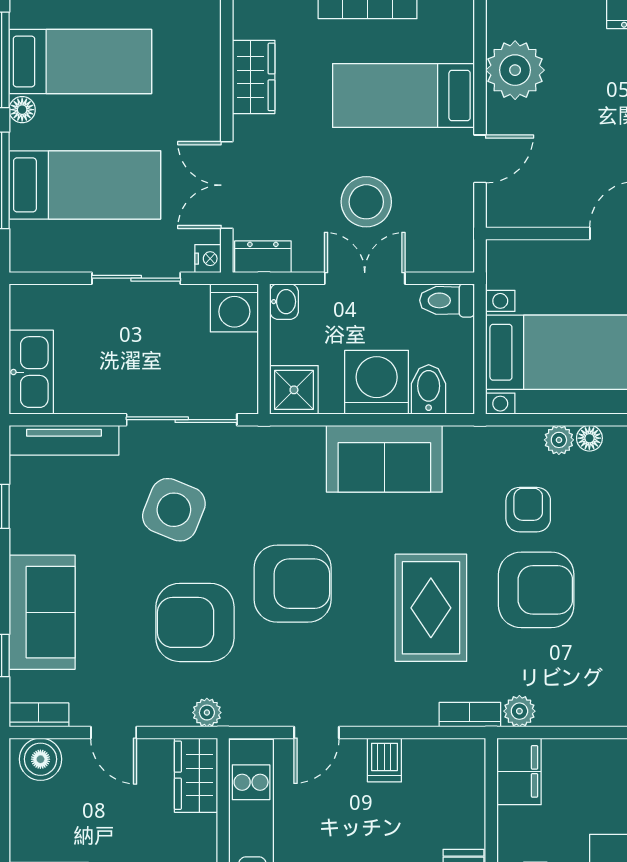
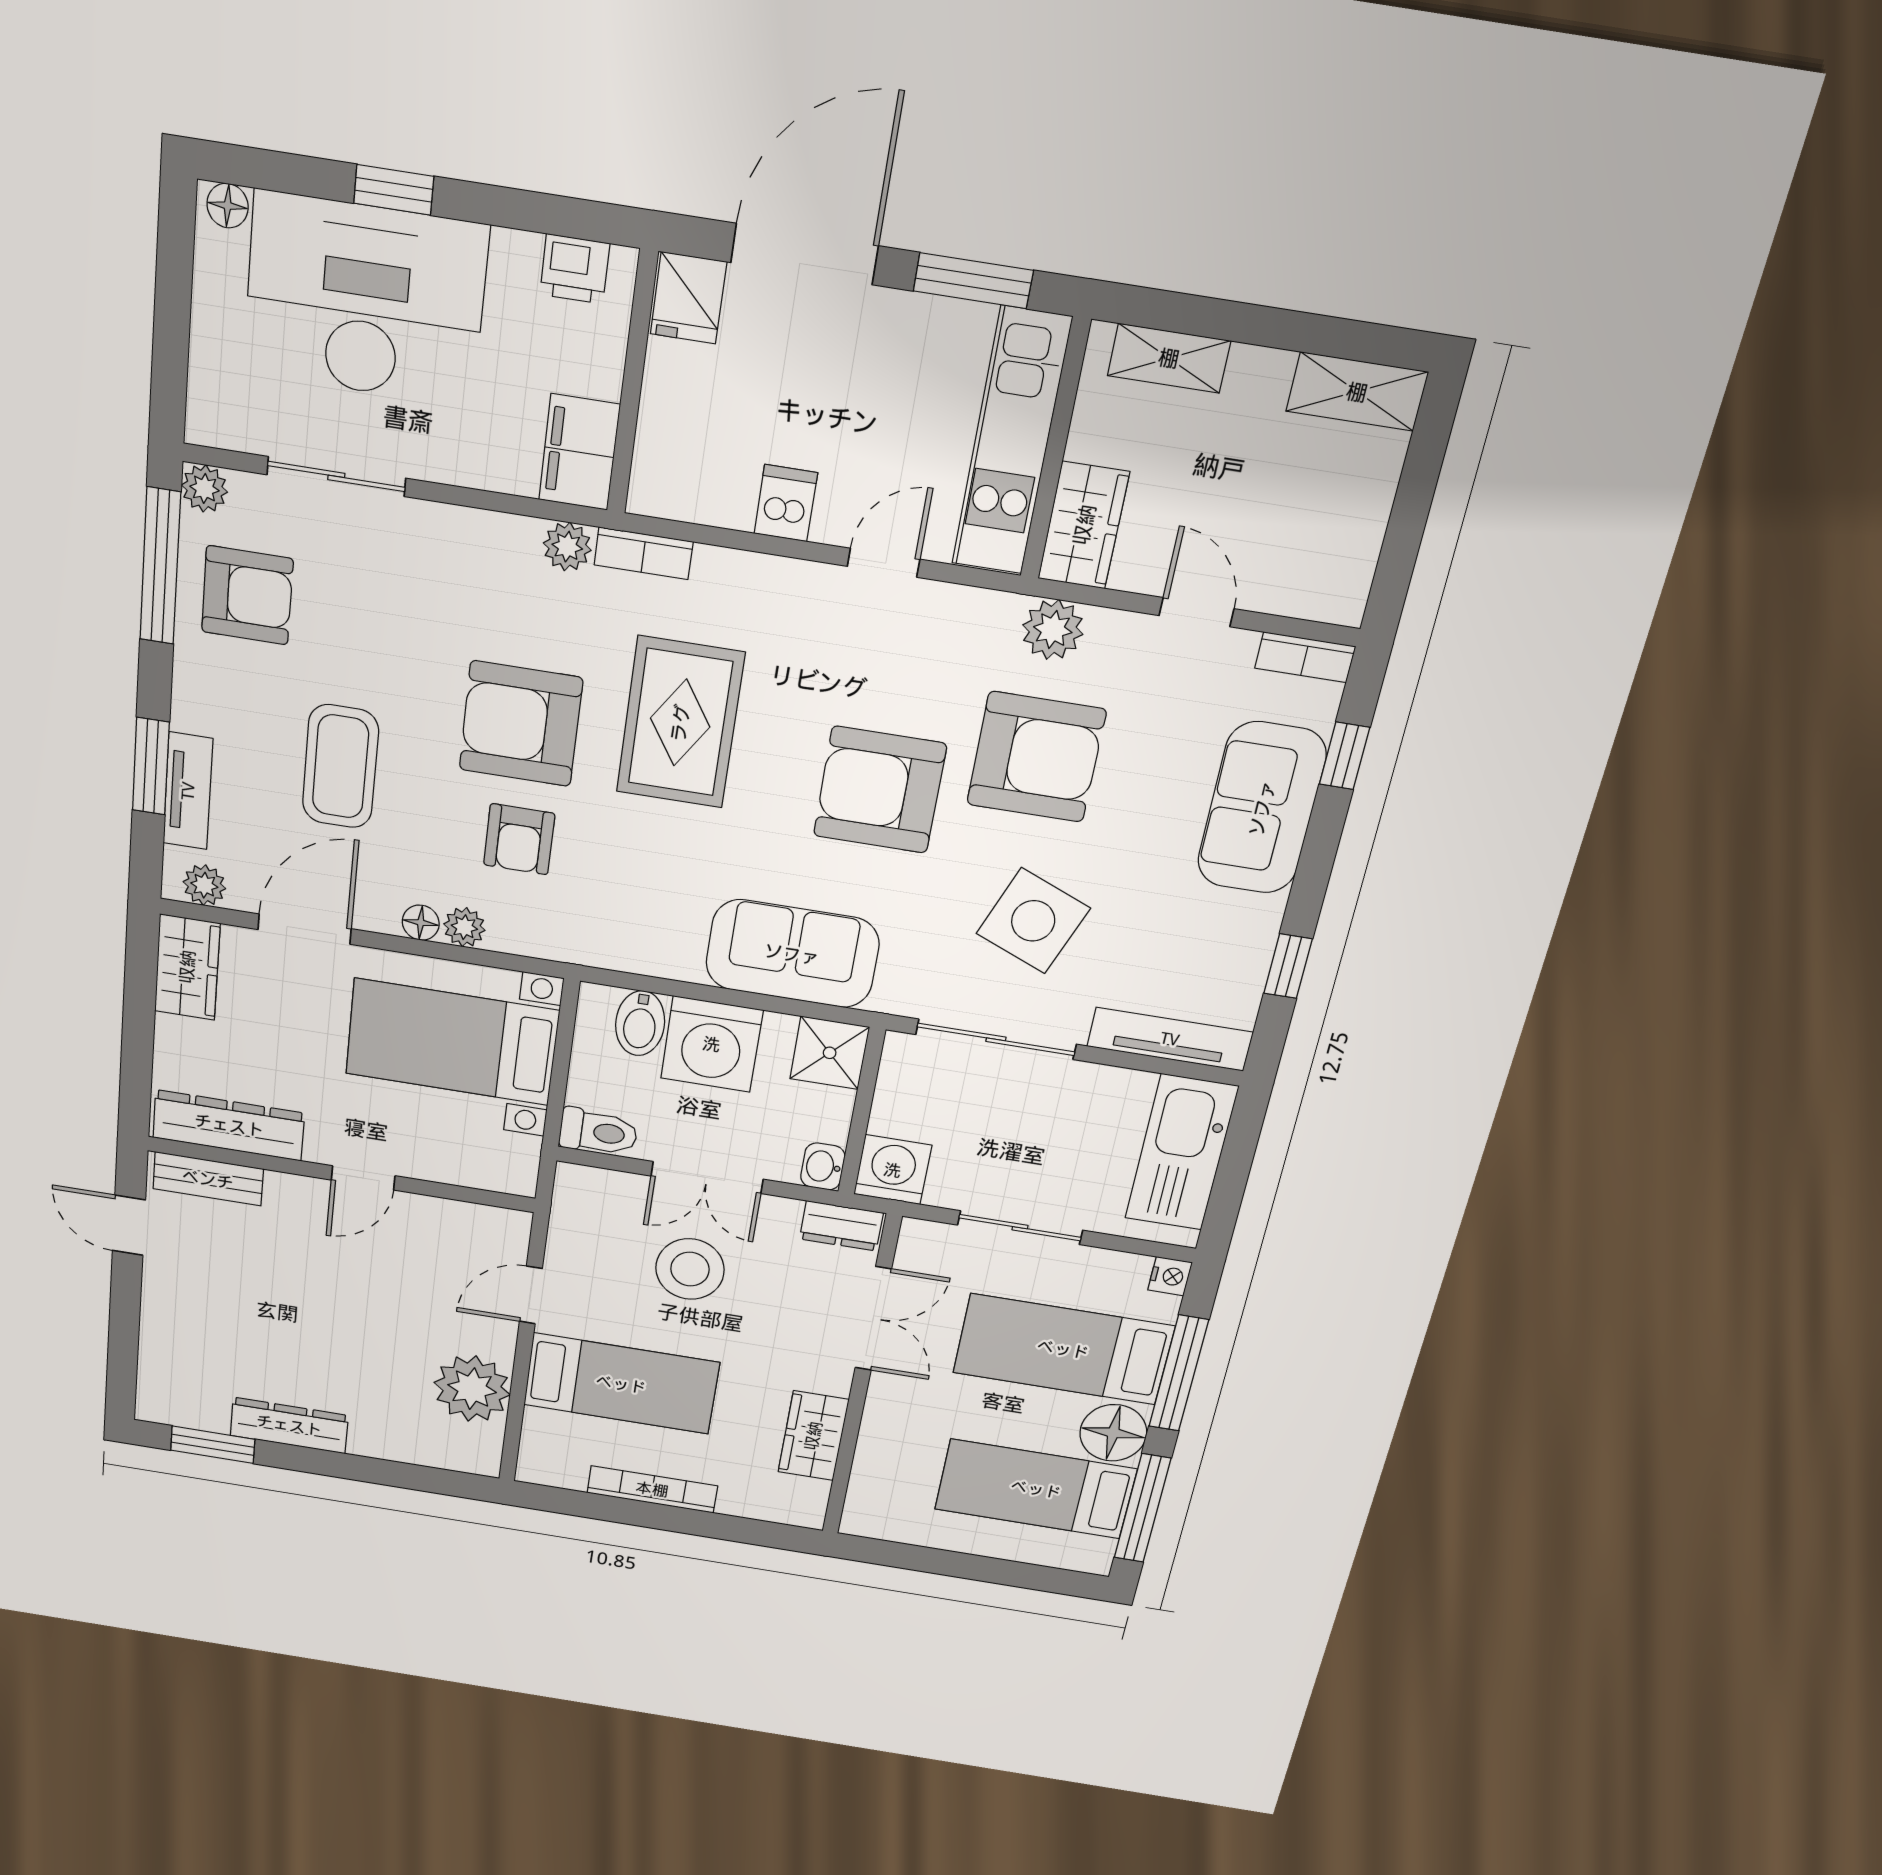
floor lamp: (22, 110) -> (1113, 1433), width x1.89, depth x1.89
nightstand: (208, 259) -> (1170, 1276), moved, turned 180
kitchen sink: (31, 372) -> (1181, 1153), width x1.36, depth x1.24
sofa: (384, 459) -> (792, 954), moved
plant: (207, 713) -> (1053, 630), width x1.38, depth x1.38
boiler: (40, 759) -> (1320, 589), removed

